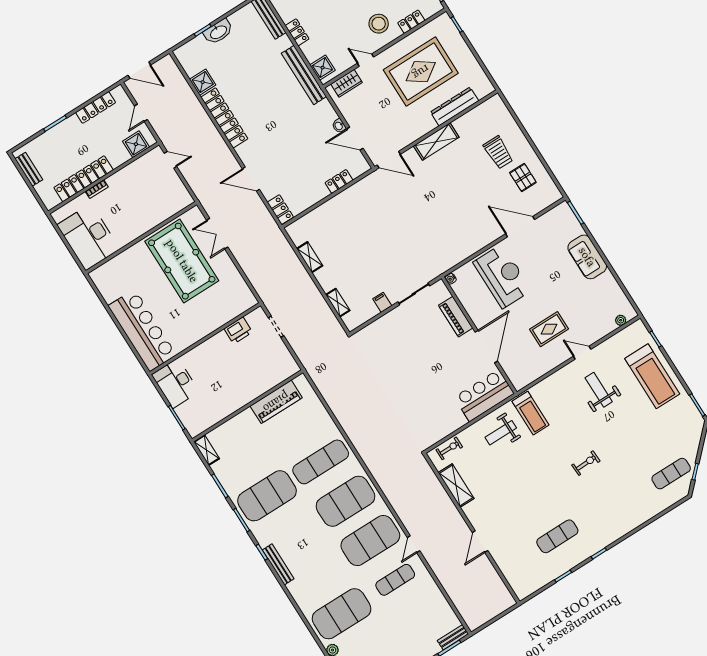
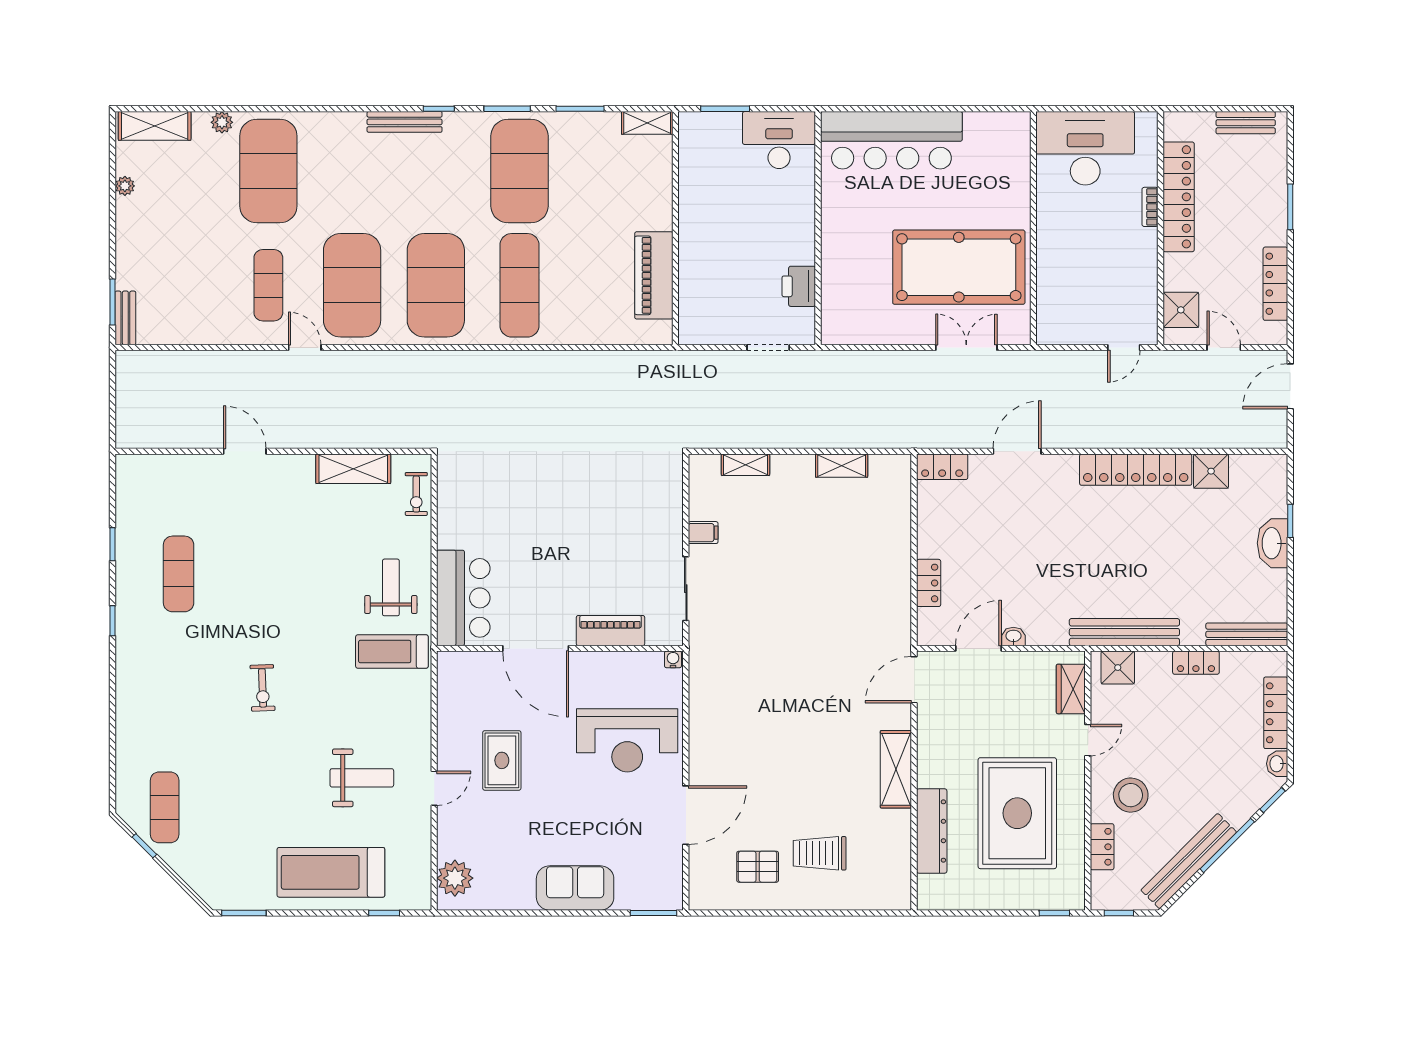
plant: (621, 320) -> (455, 878), width x1.87, depth x1.87

